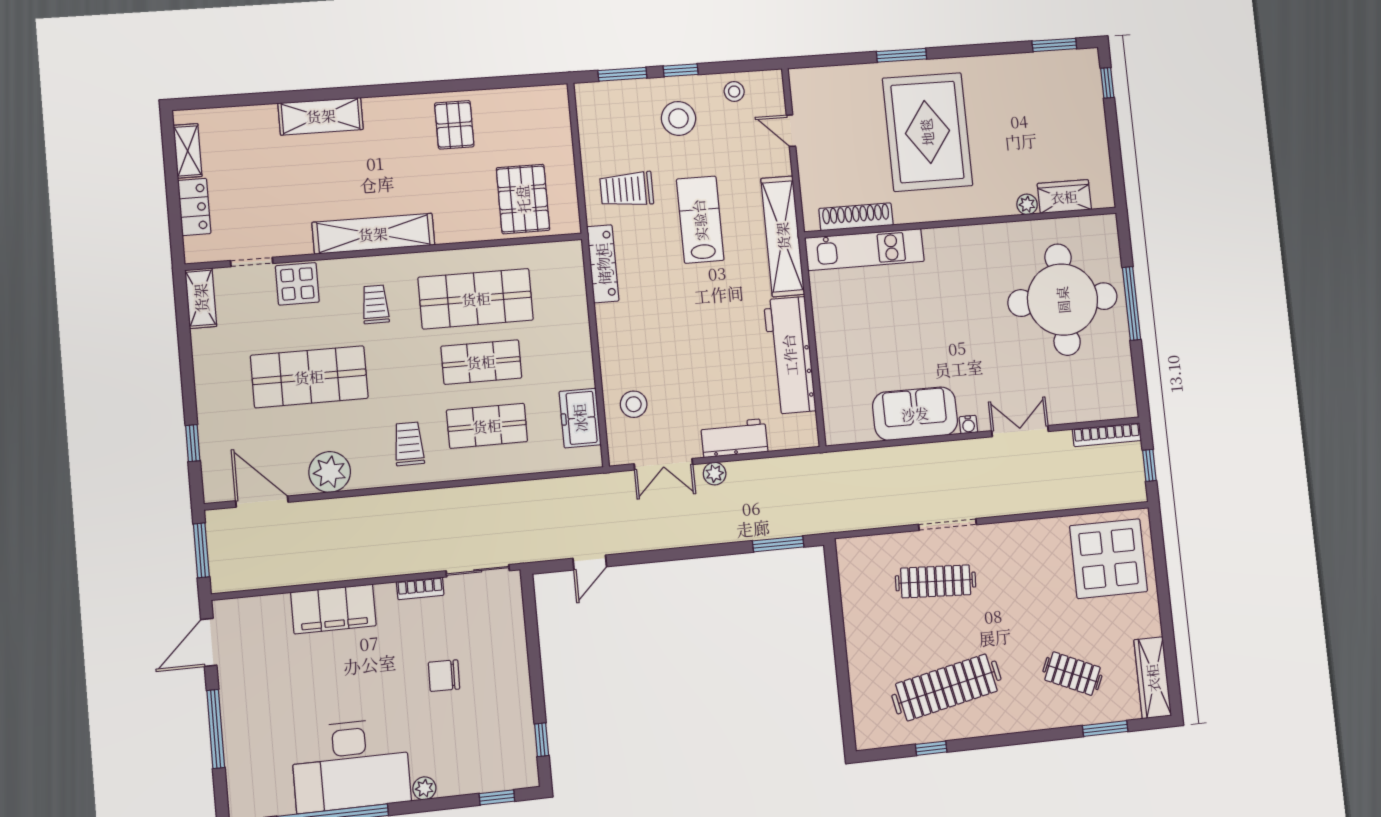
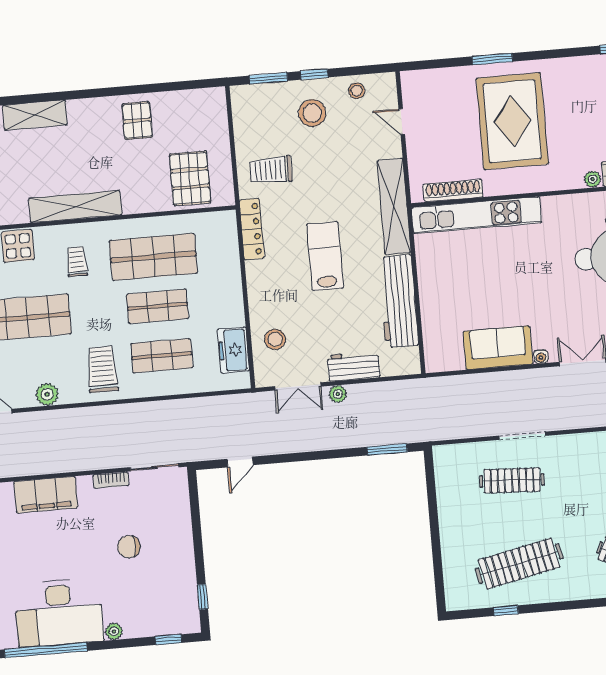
lab bench: (700, 220) -> (325, 256), moved
kitchen unit: (864, 250) -> (477, 215), width x1.36
trolley: (409, 444) -> (102, 369), width x1.36, depth x1.39
plant: (330, 472) -> (47, 394), width x0.73, depth x0.73

